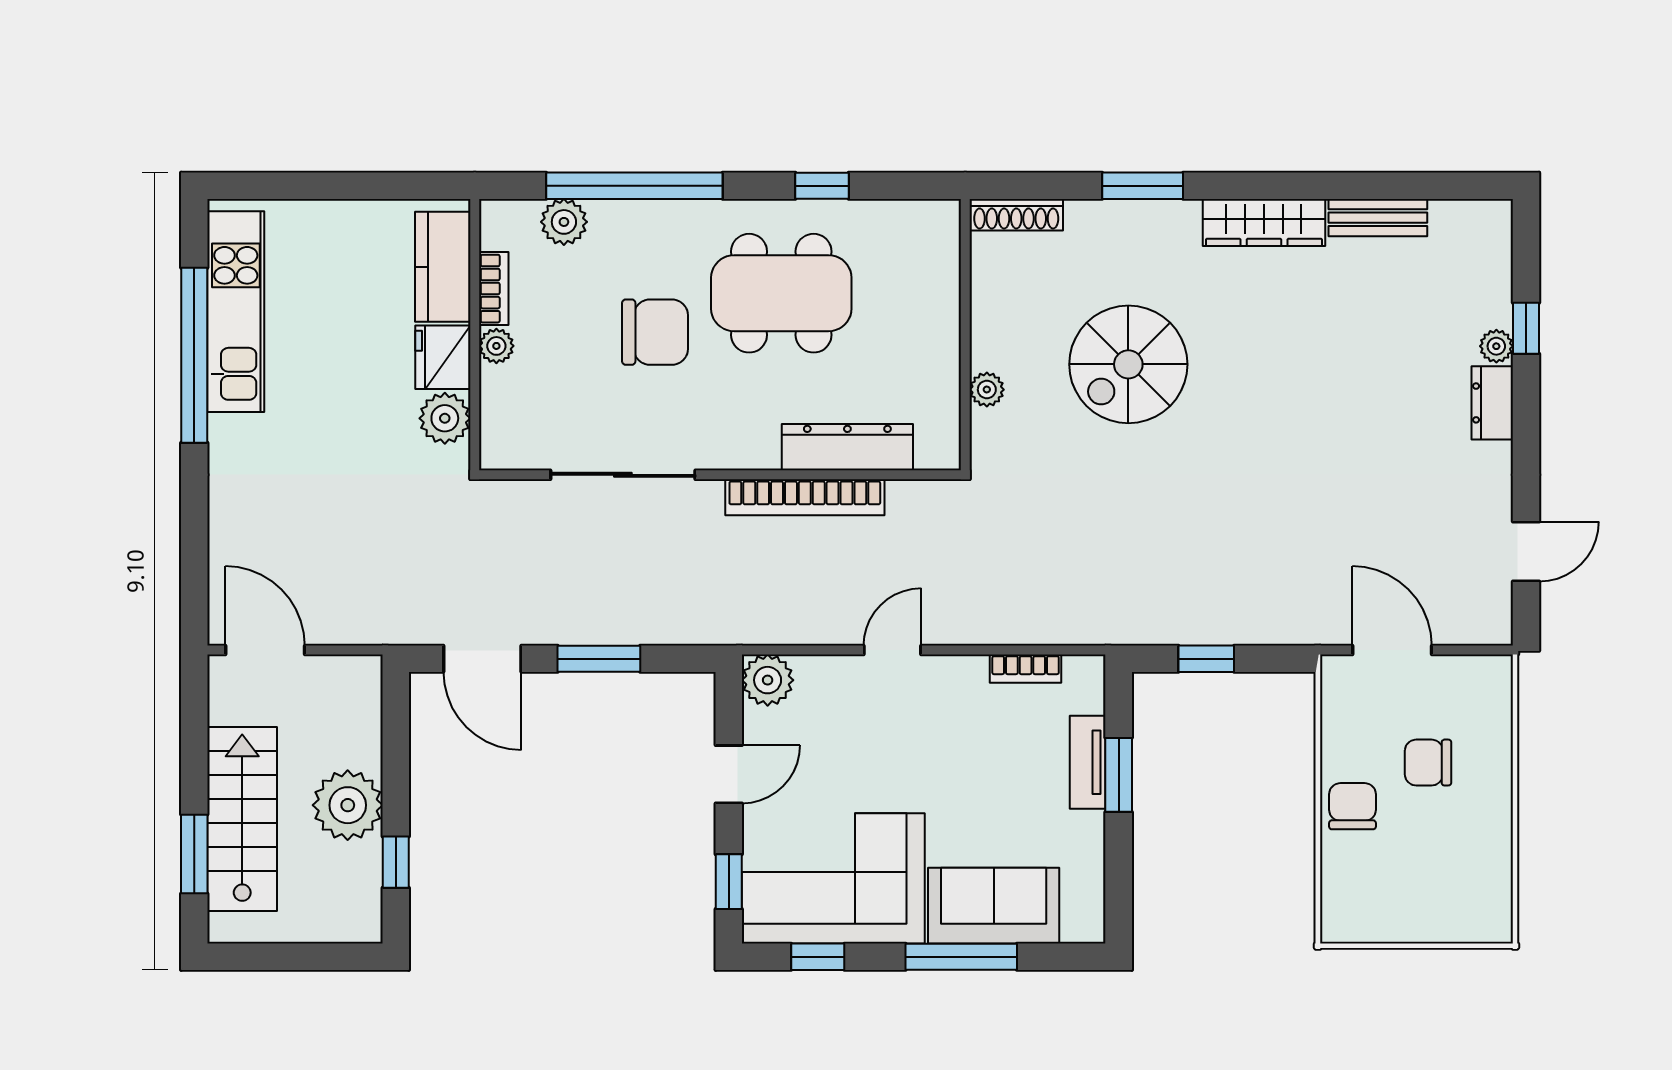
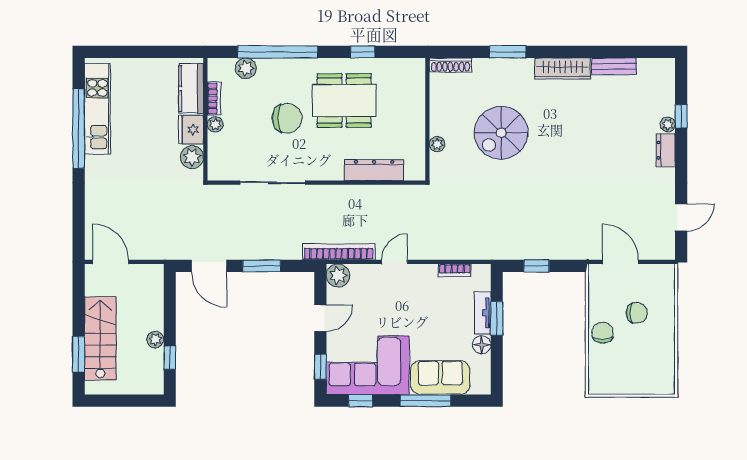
bookcase: (805, 497) -> (339, 252), moved, turned 180
chair: (1428, 763) -> (637, 313), turned 180
plant: (348, 805) -> (155, 340), width x0.53, depth x0.53
floor lamp: (1085, 833) -> (482, 345), added

